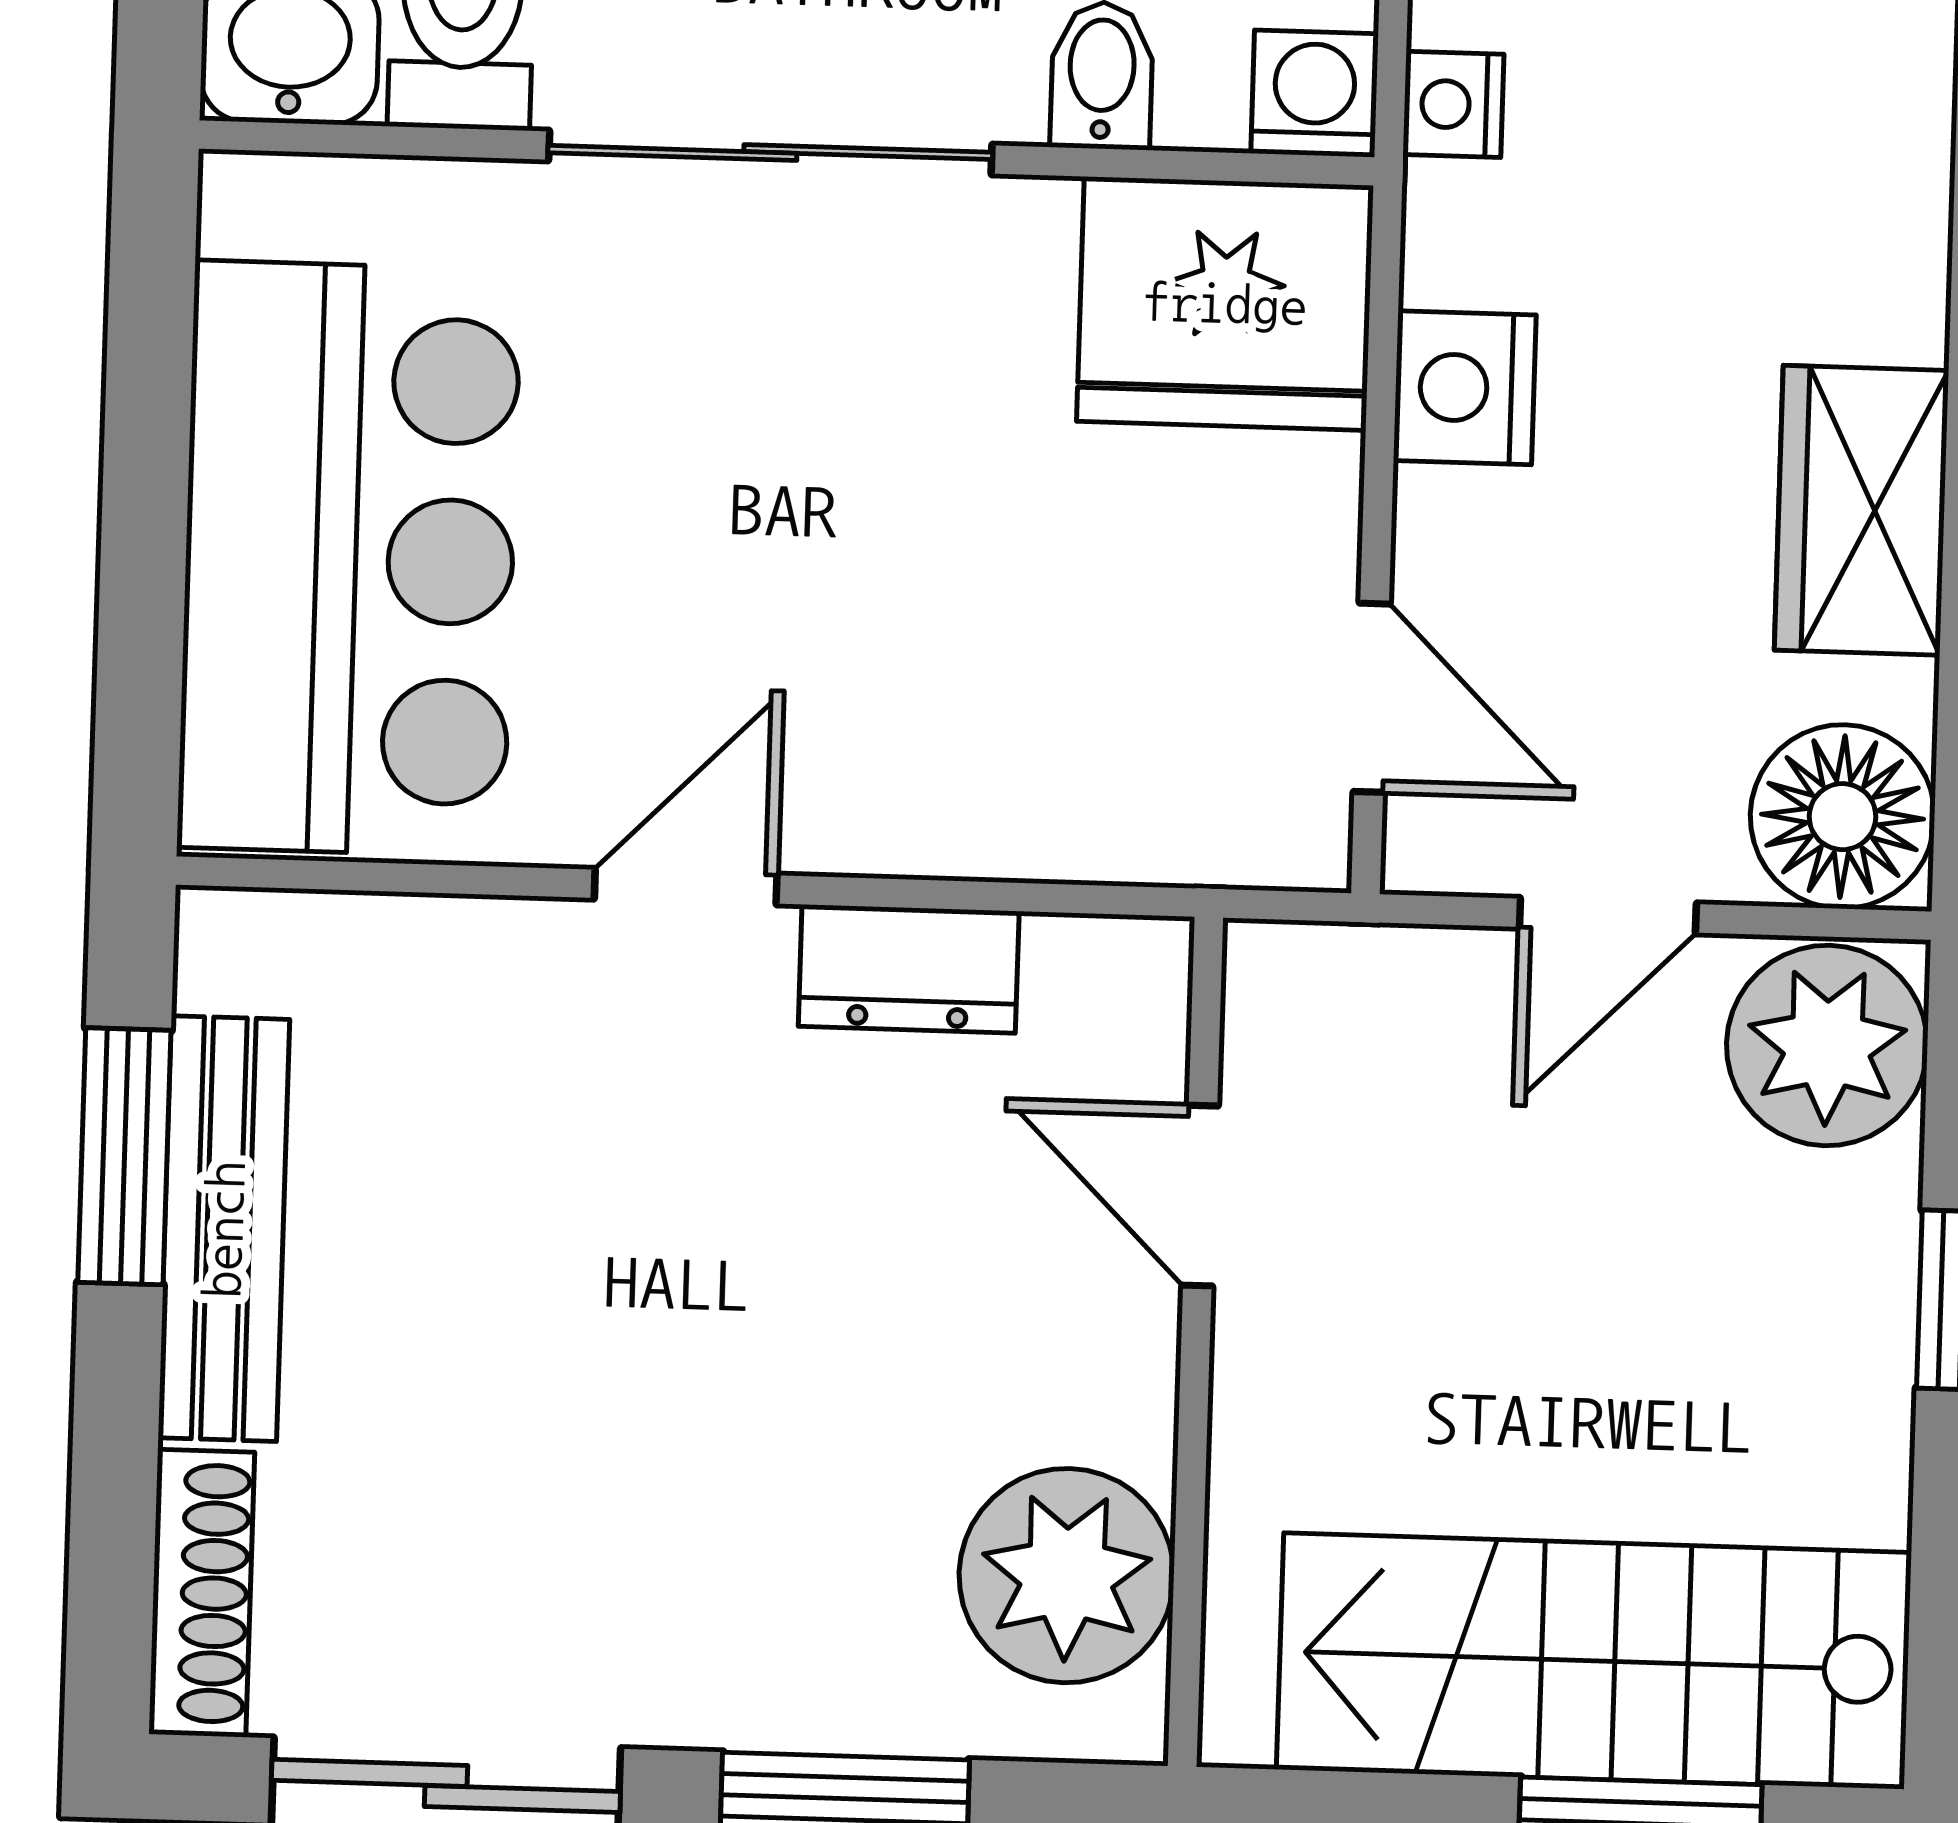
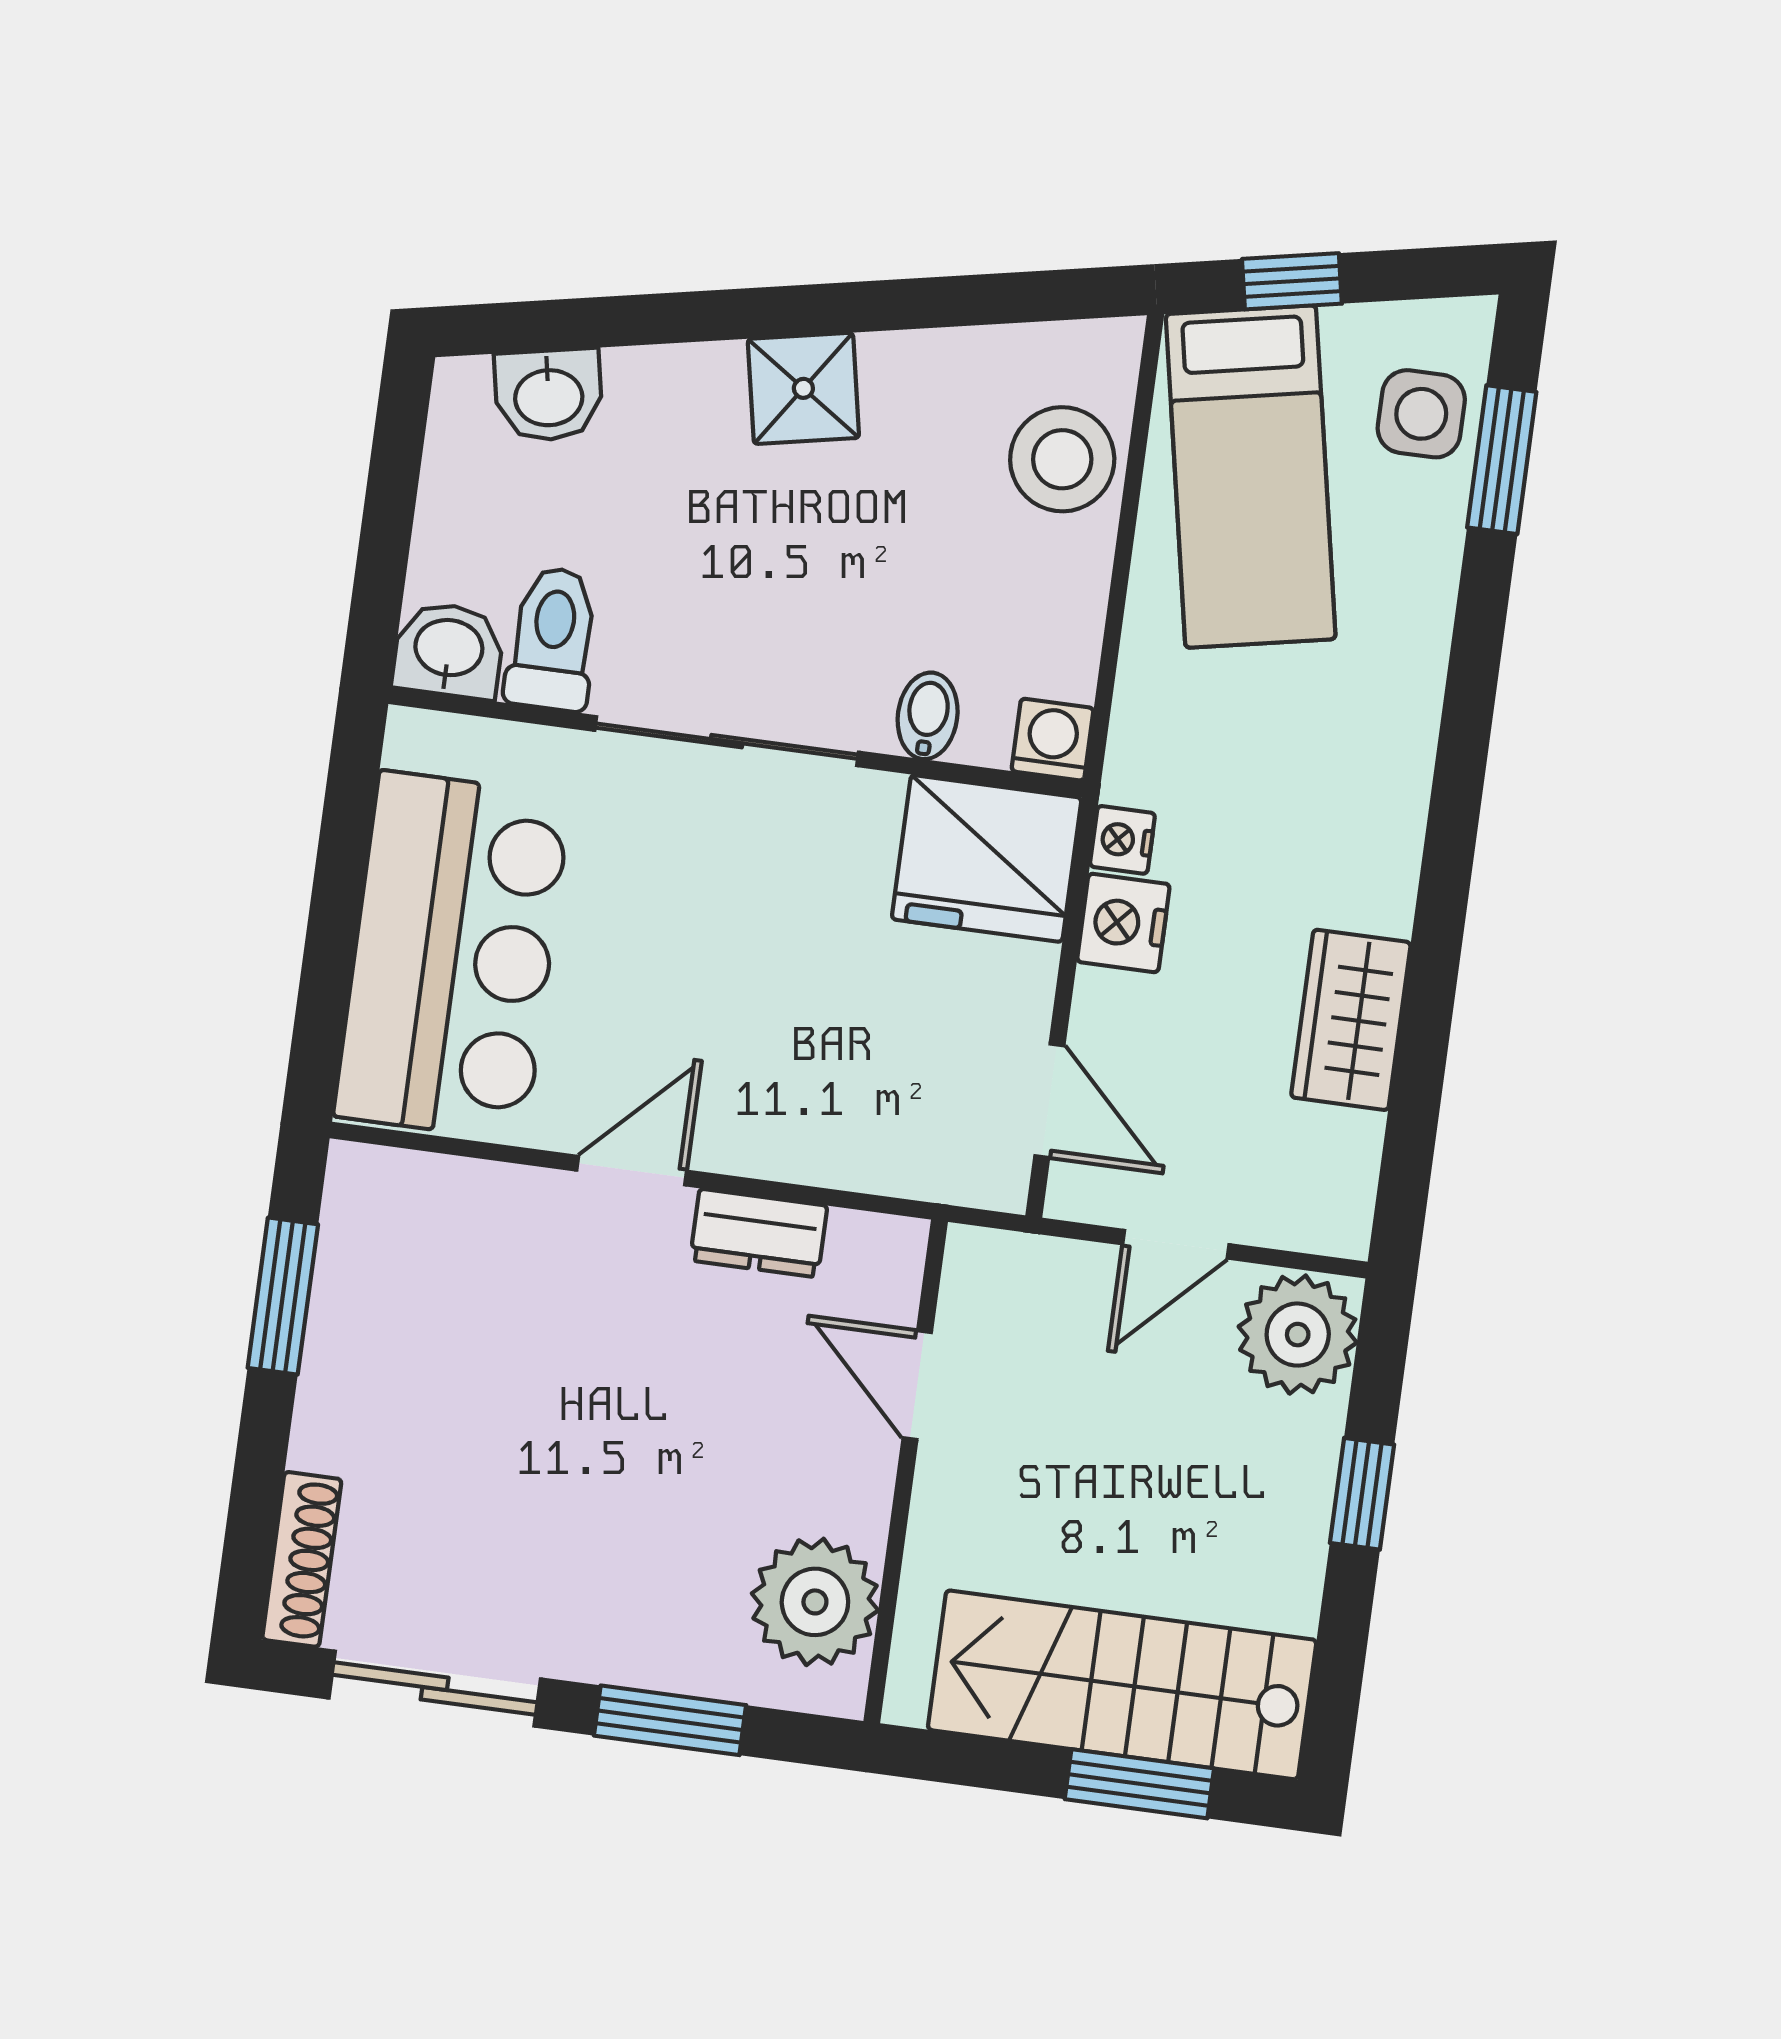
nightstand: (1453, 104) -> (1122, 840), moved
floor lamp: (1843, 817) -> (1321, 1200), removed
bench: (224, 1229) -> (337, 1345), removed

